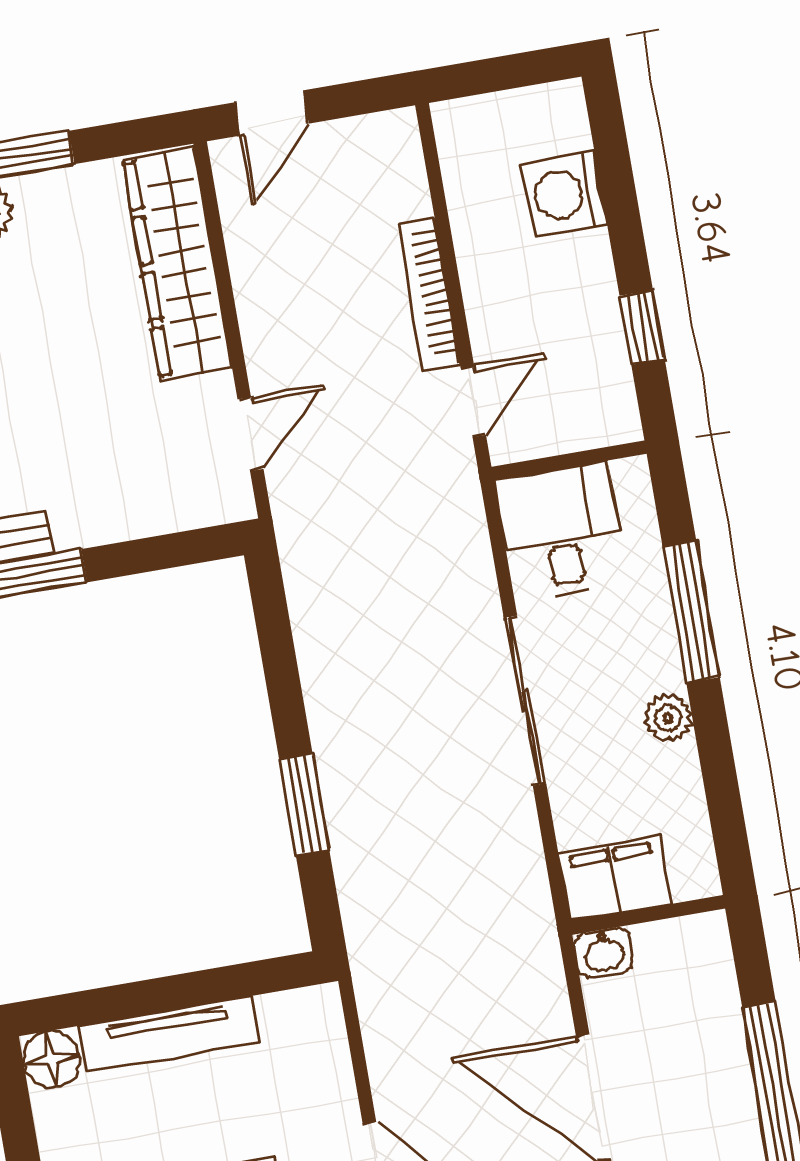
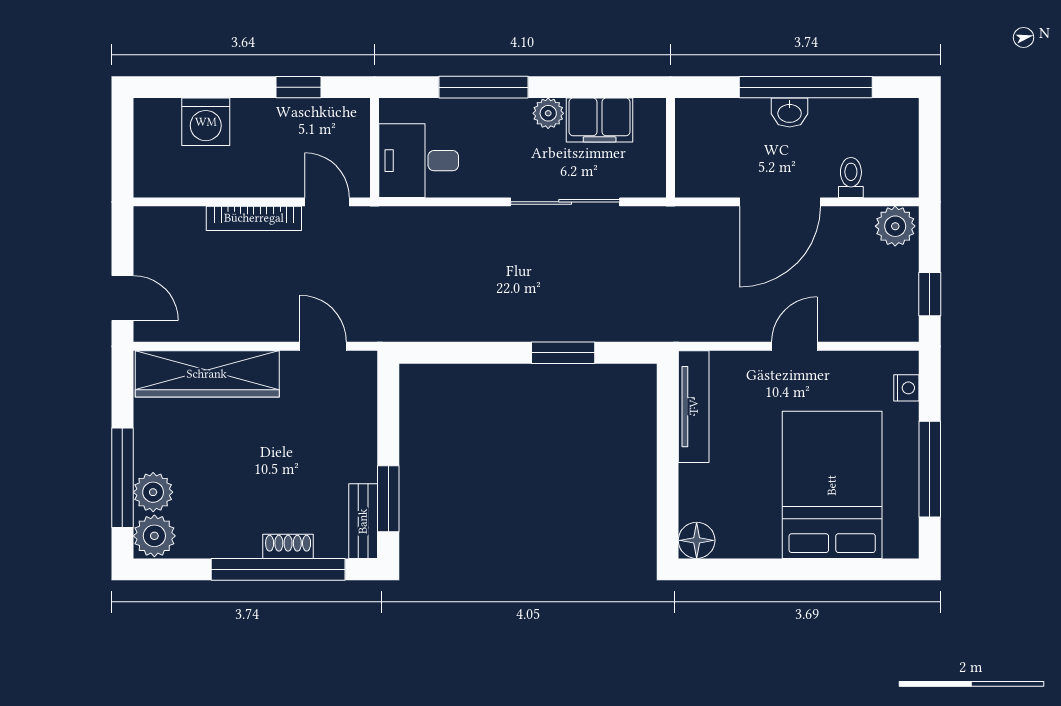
sliding door: (525, 701) -> (565, 202), moved
filing cabinet: (615, 879) -> (600, 120), moved, turned -90
washbasin: (604, 952) -> (790, 113), moved, turned 90
tv unit: (169, 1034) -> (694, 407), moved

